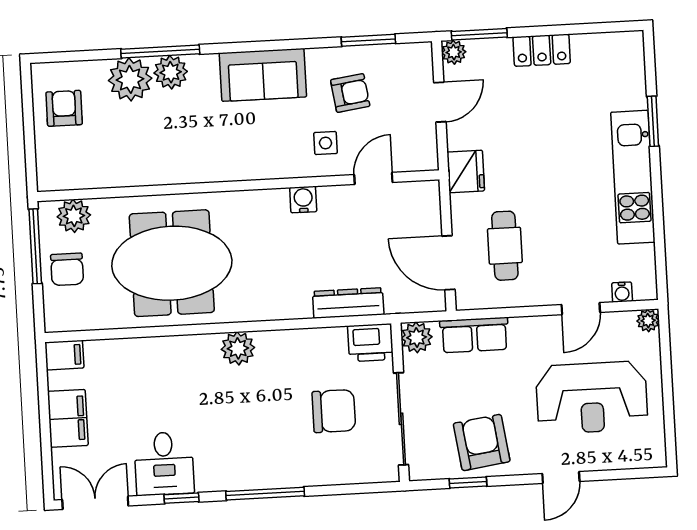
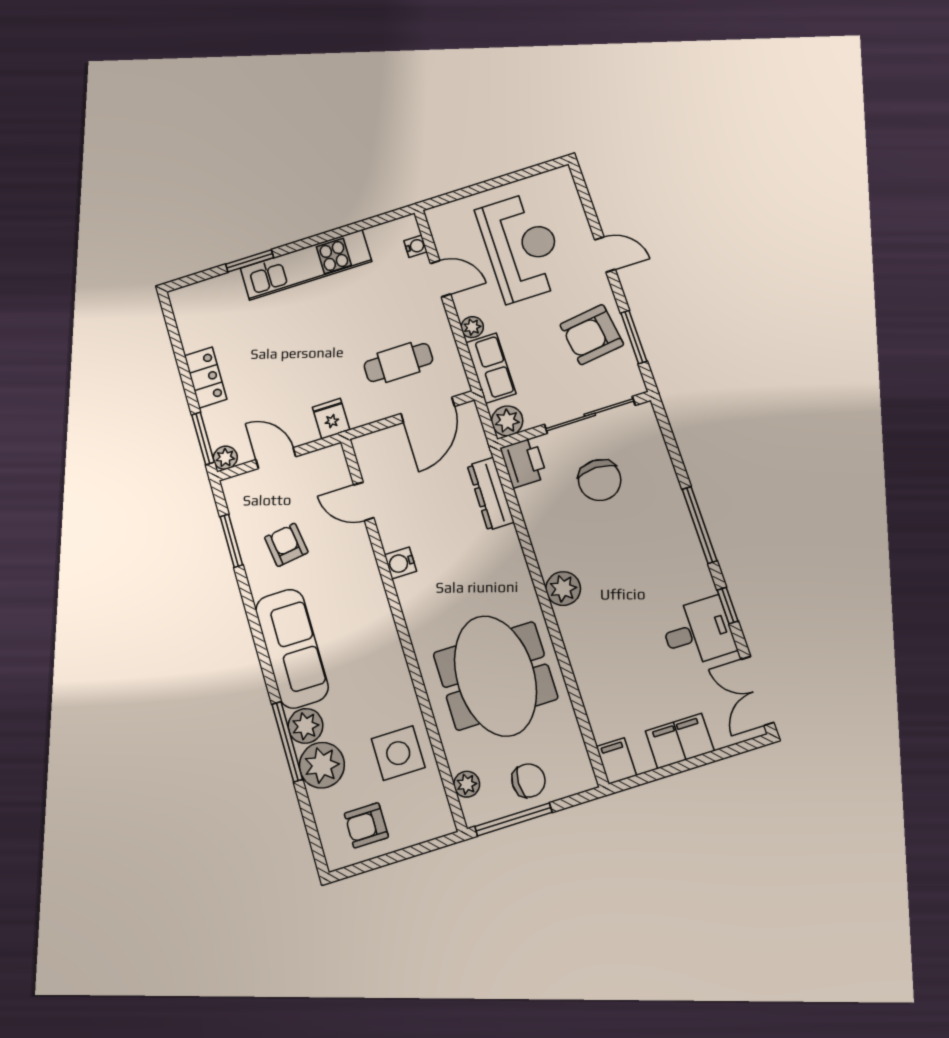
sofa: (263, 75) -> (292, 648), width x1.36
side table: (326, 143) -> (398, 753), moved, width x1.87, depth x1.87
fridge: (466, 171) -> (331, 419), width x0.72
plant: (74, 216) -> (467, 784), width x0.73, depth x0.73
plant: (648, 321) -> (472, 327), moved
chair: (334, 411) -> (600, 480), turned 180
window: (468, 483) -> (634, 337), width x1.50

